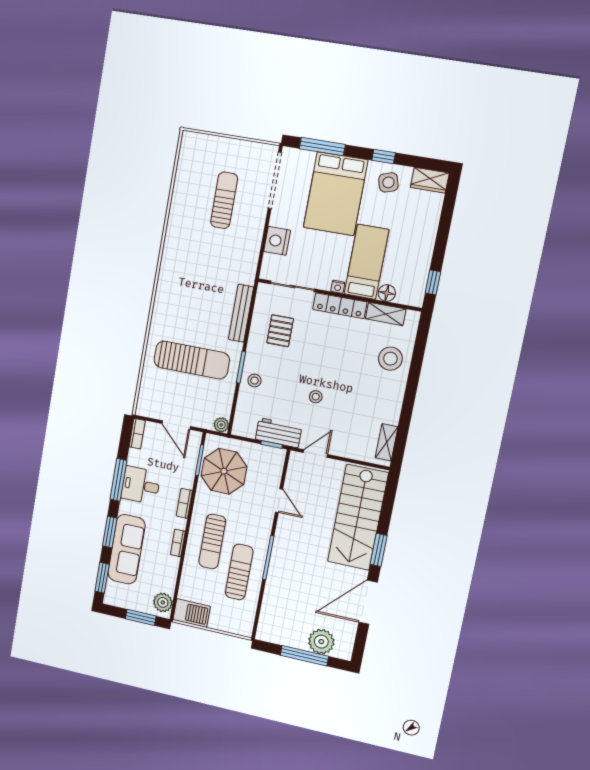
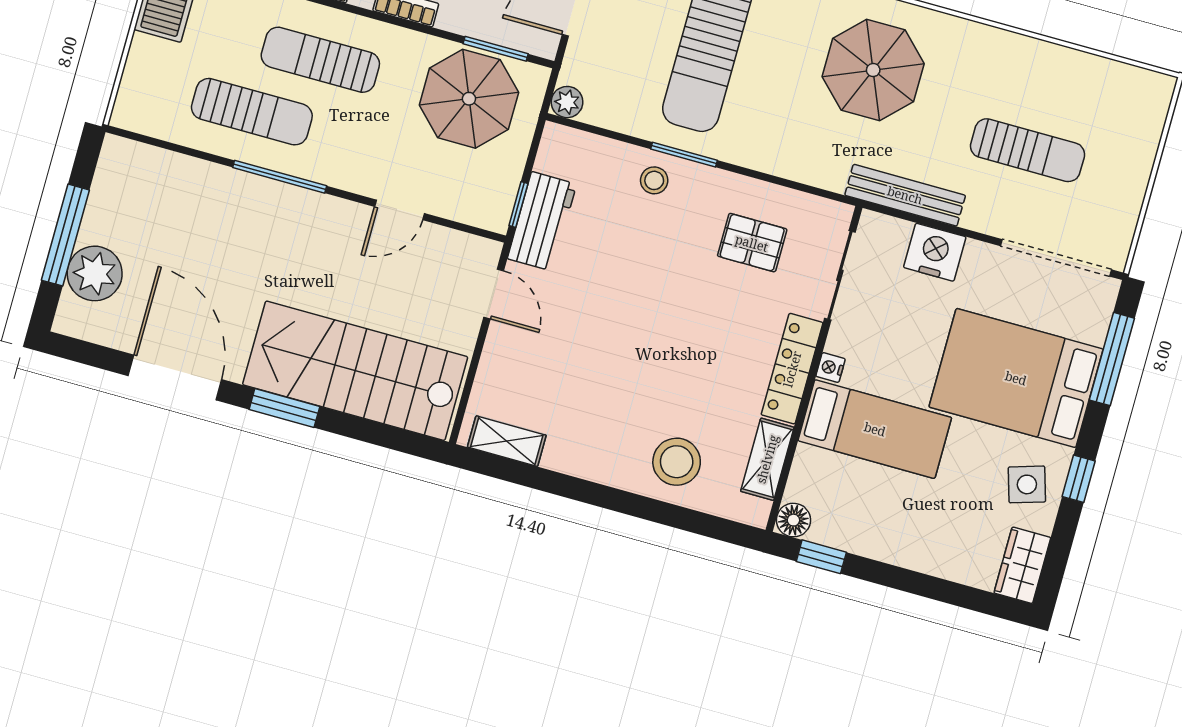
parasol: (193, 280) -> (873, 70), added
floor lamp: (387, 293) -> (793, 520), moved
bench: (241, 313) -> (905, 195), moved
stool: (316, 397) -> (611, 304), removed

